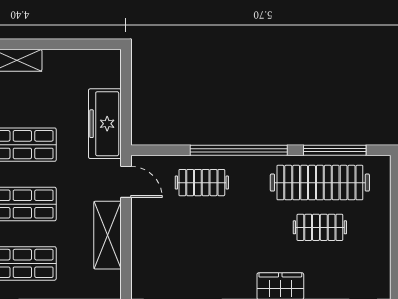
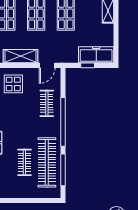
window: (126, 101) -> (88, 65), added
freezer: (105, 124) -> (96, 55), moved
display table: (163, 250) -> (13, 84), added

